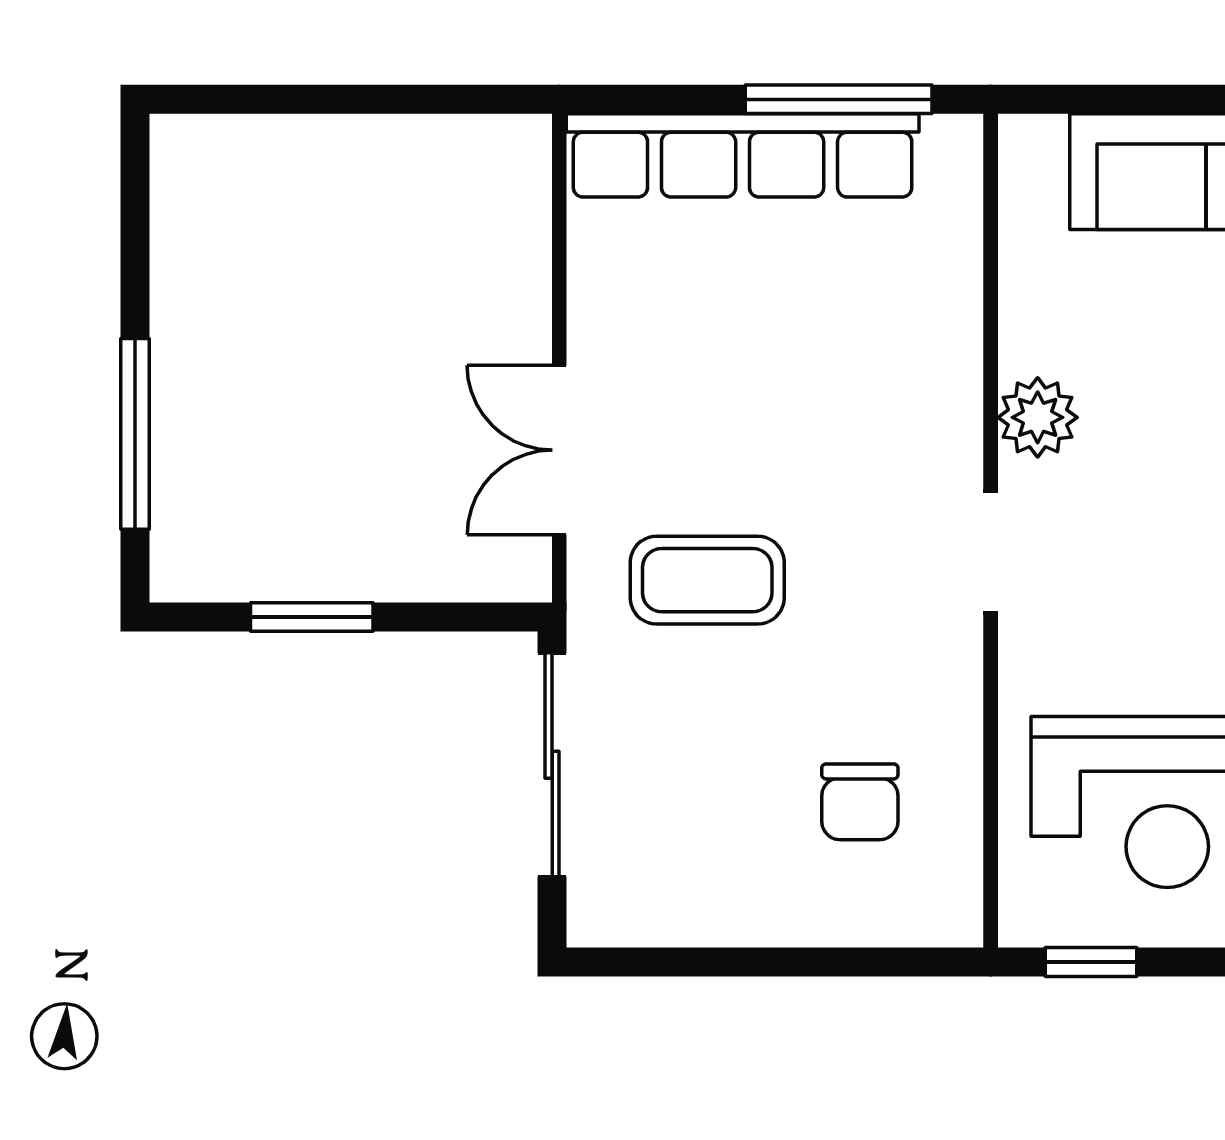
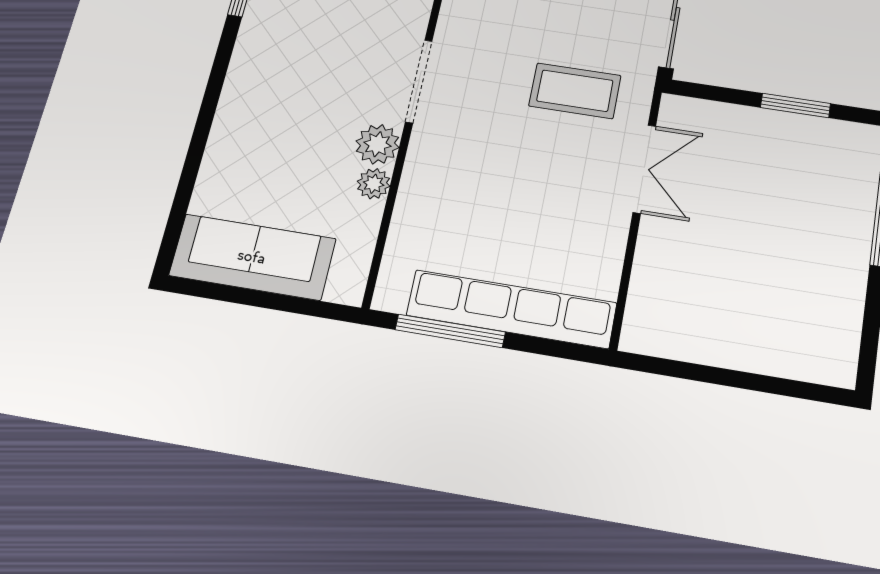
plant: (1028, 342) -> (374, 184), added
doorway: (991, 552) -> (419, 81), width x1.38

